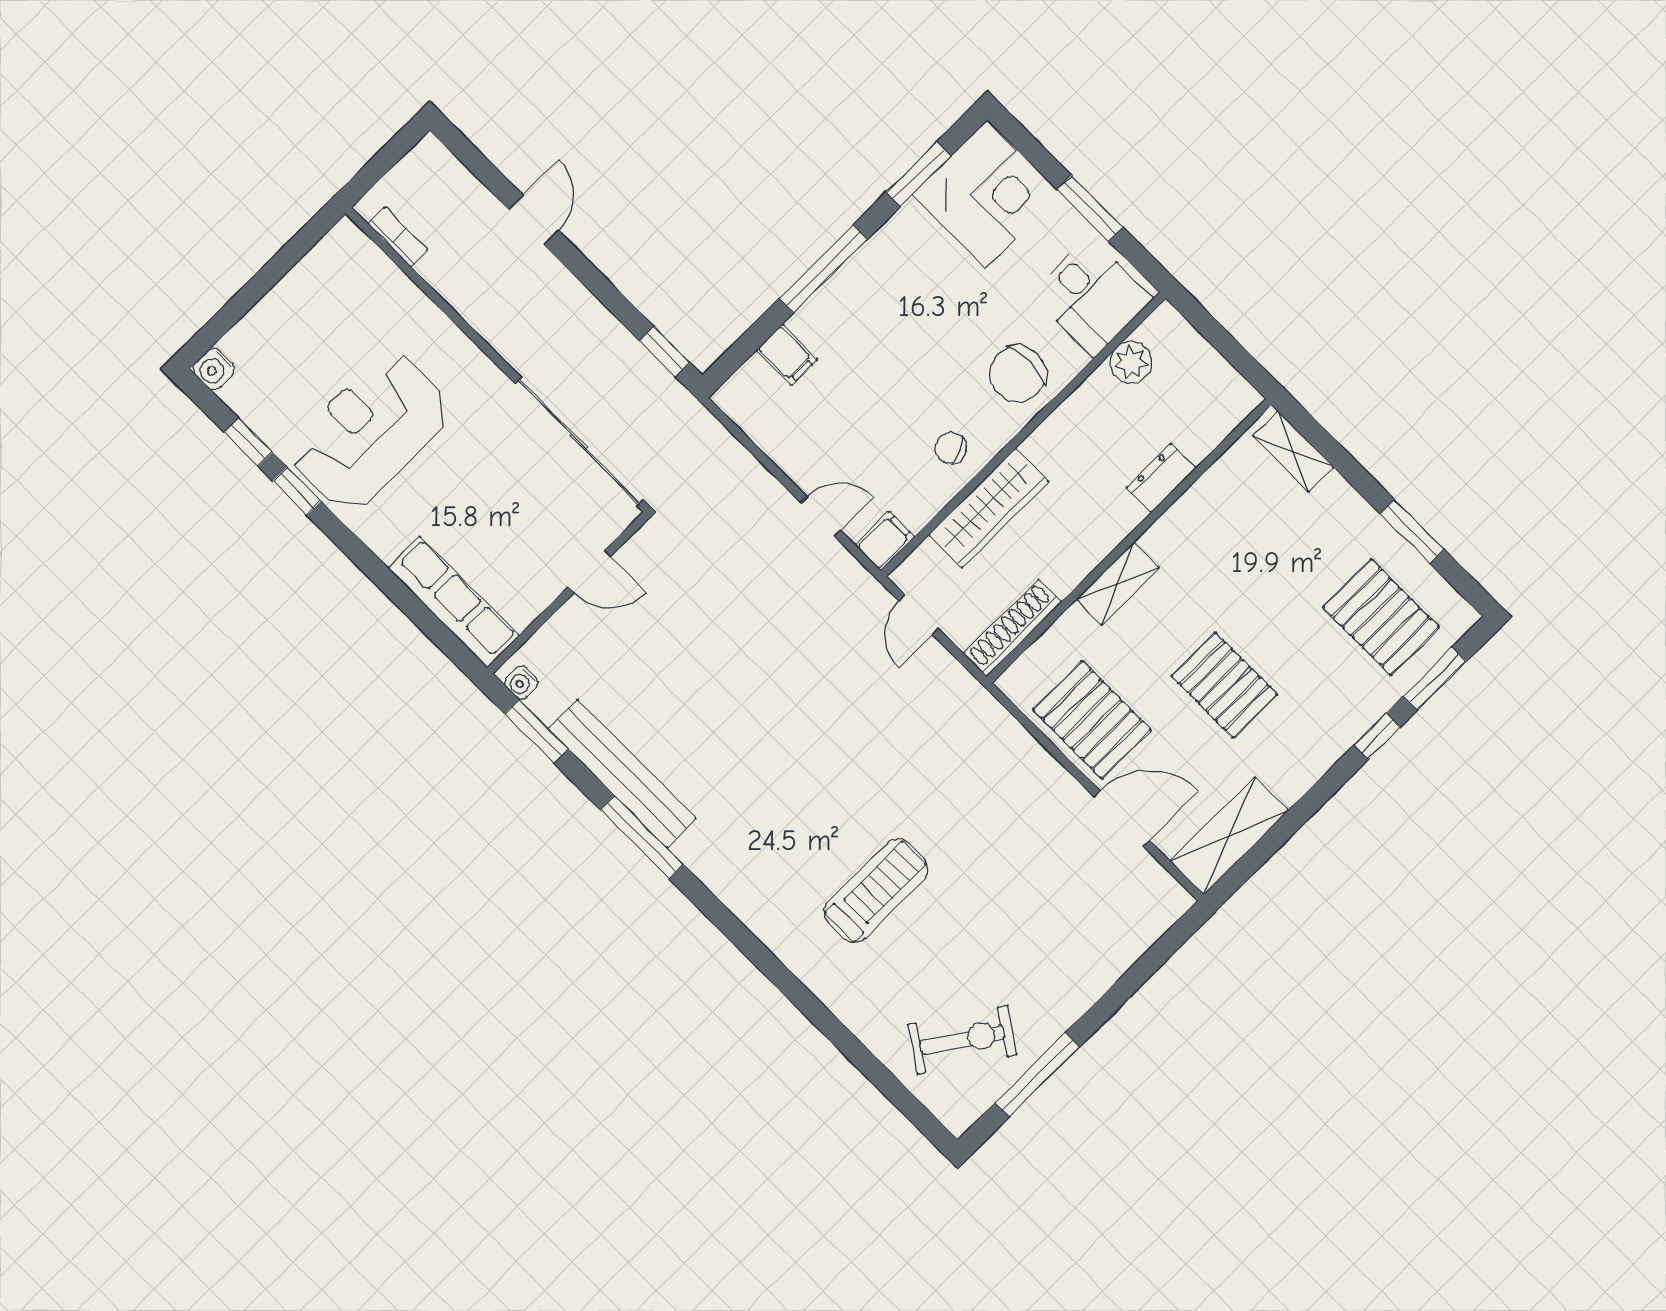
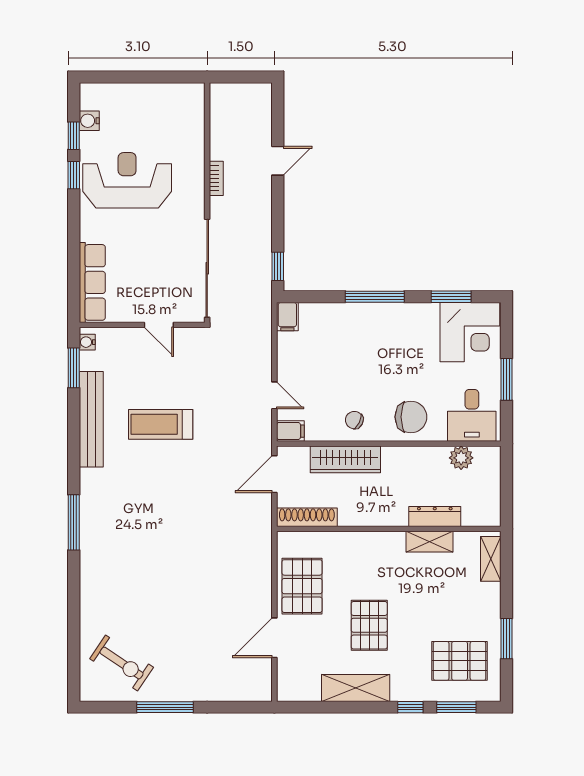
bookcase: (398, 237) -> (216, 178), moved
filing cabinet: (787, 355) -> (287, 317), moved
water cooler: (214, 369) -> (89, 121), moved
chair: (1018, 374) -> (411, 417), turned 180
chair: (951, 448) -> (354, 420), turned -39
dresser: (1161, 478) -> (435, 516), width x1.44
shelving: (1118, 584) -> (430, 542), moved
door: (919, 615) -> (274, 474), width x1.38
pallet: (1381, 617) -> (460, 661), turned 90
door: (1122, 818) -> (274, 638), swing flipped
shelving: (1229, 836) -> (356, 688), moved
window: (642, 837) -> (74, 522), moved
treadmill: (876, 891) -> (161, 424), moved, turned 180
window: (1037, 1075) -> (165, 707), moved

